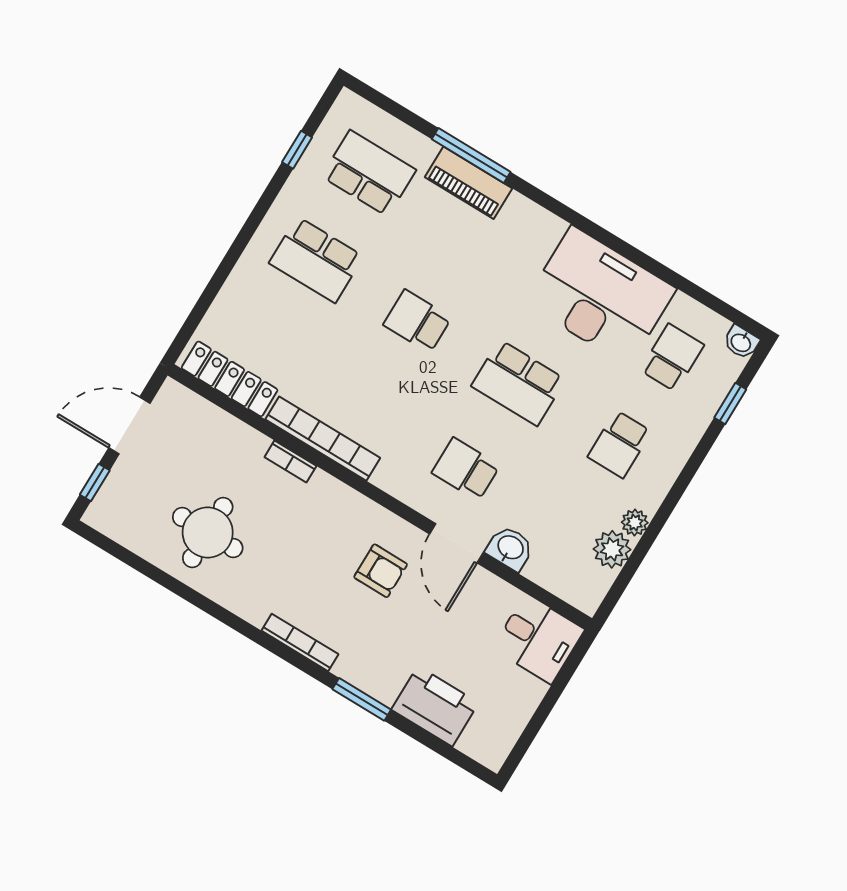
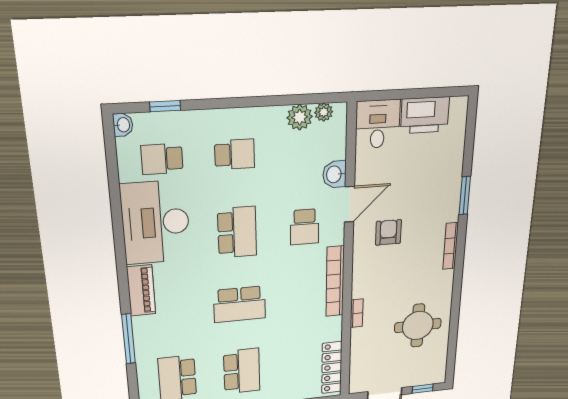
piano: (469, 183) -> (141, 291), moved
school desk: (417, 321) -> (240, 304), width x1.85
bookcase: (323, 439) -> (335, 281), moved
plant: (635, 522) -> (324, 112), moved
printer: (435, 706) -> (425, 115), moved, turned -90

